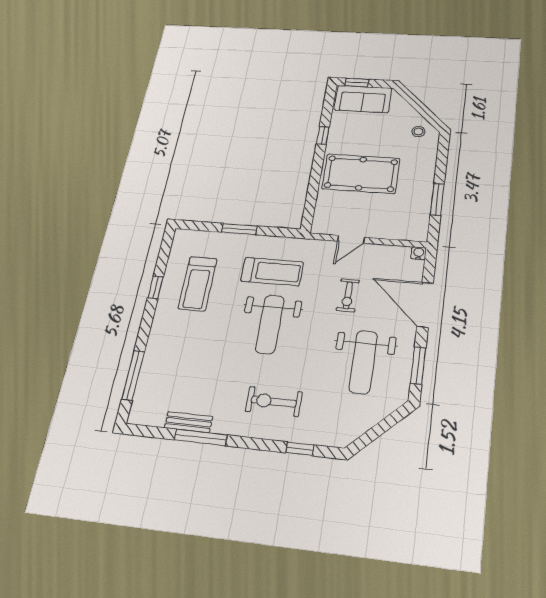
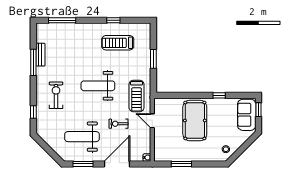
treadmill: (272, 272) -> (137, 96), moved

